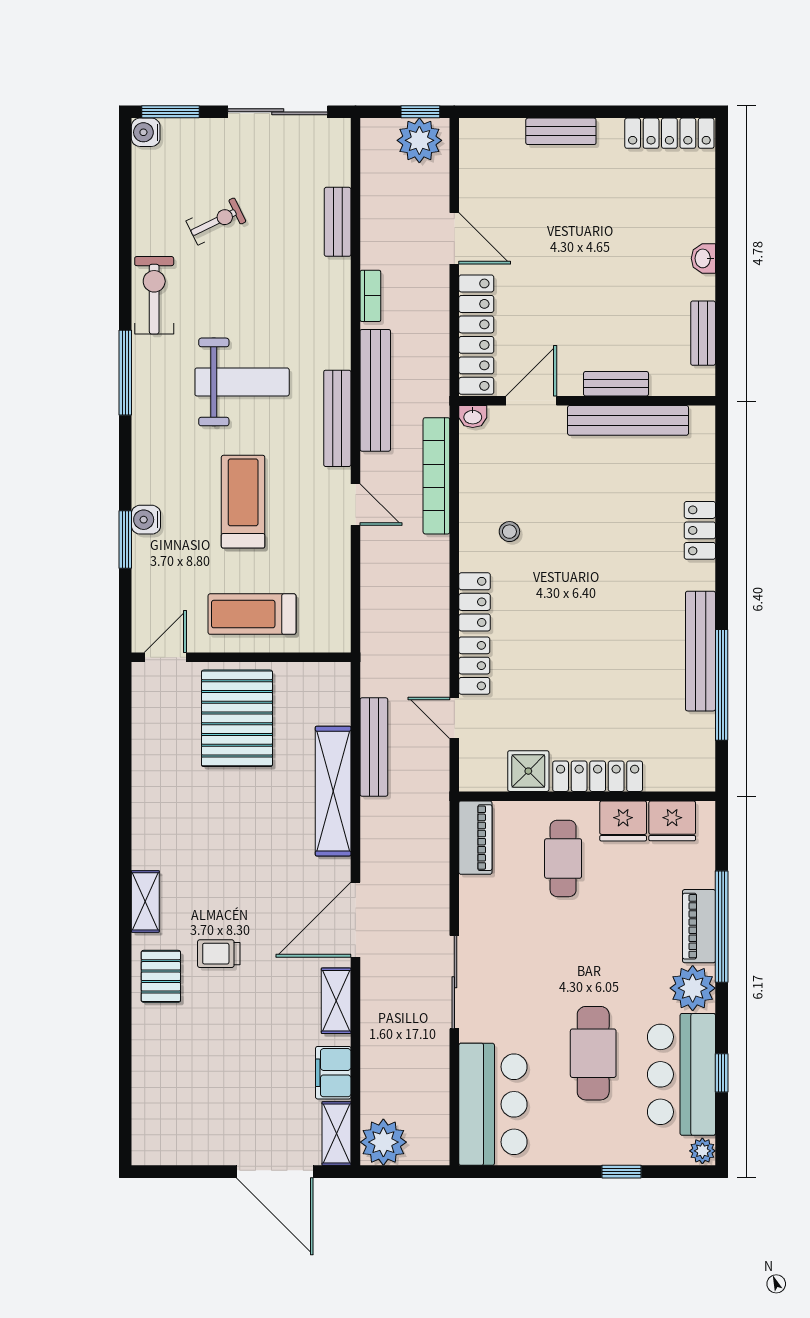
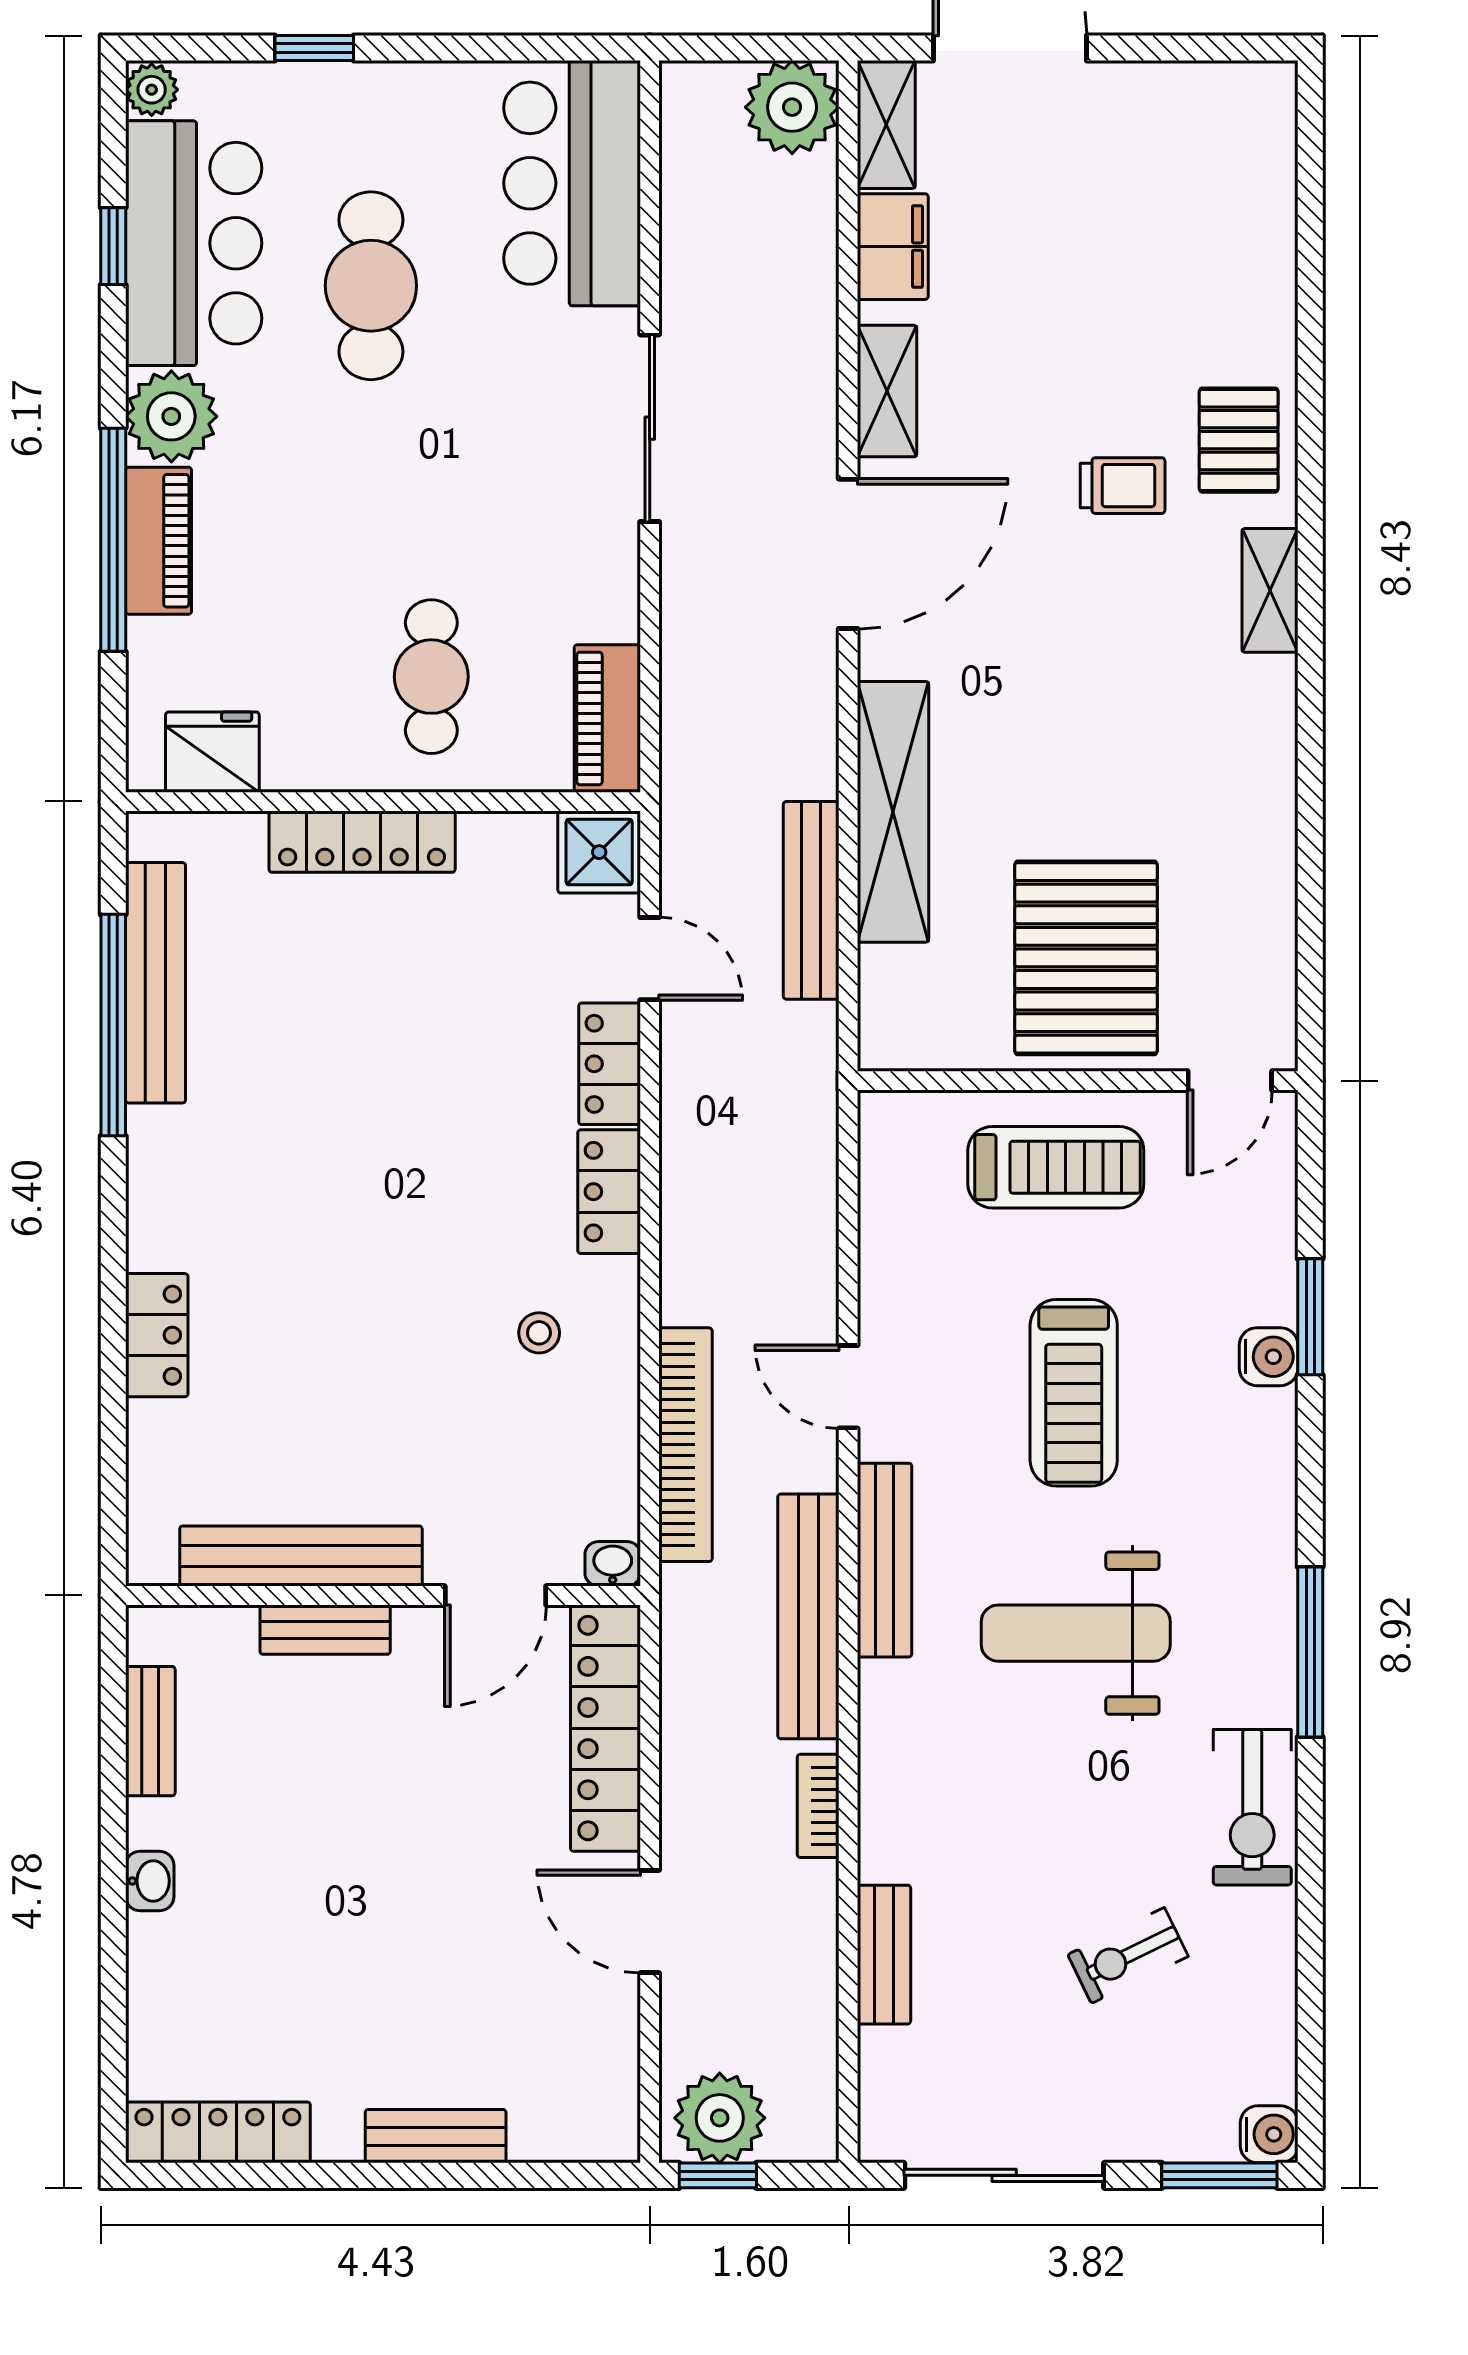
bench: (700, 651) -> (156, 983), moved
shower: (528, 771) -> (599, 852), moved
fridge: (623, 821) -> (311, 752), removed

